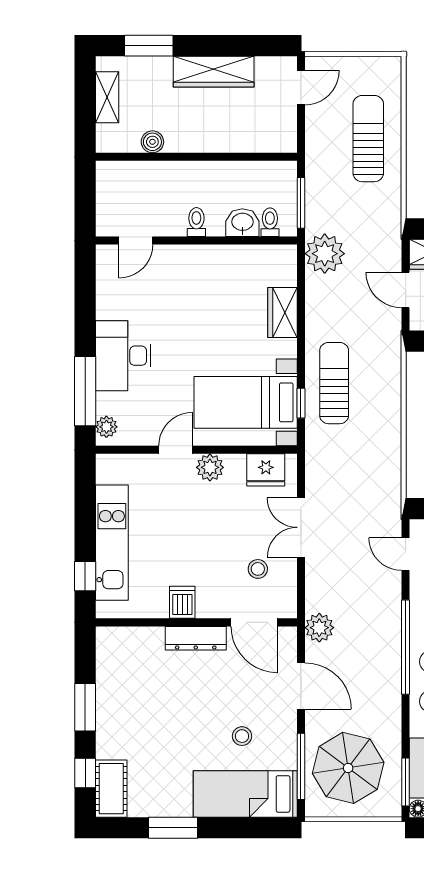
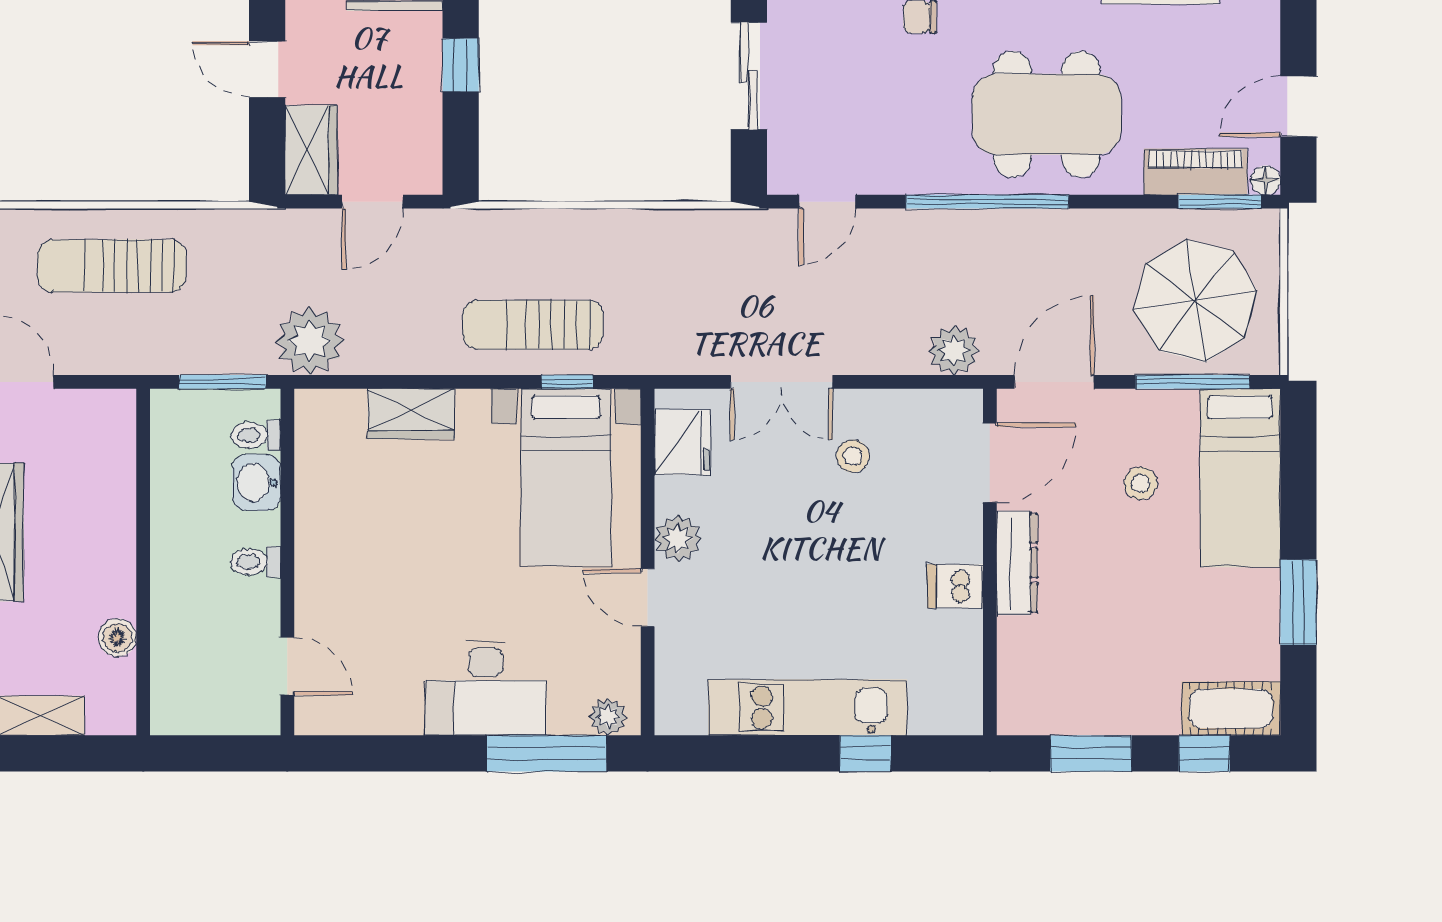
dishwasher: (182, 602) -> (955, 586), moved
wall: (196, 622) -> (990, 562), moved
door: (254, 622) -> (990, 463), moved
dresser: (196, 638) -> (1017, 563), moved

